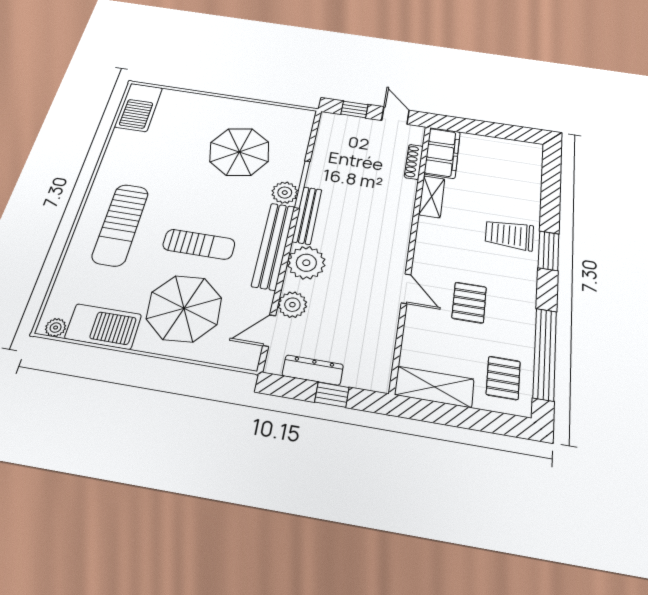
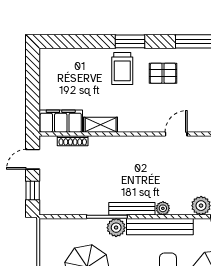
plant: (306, 263) -> (163, 208), width x0.53, depth x0.53
pallet: (469, 302) -> (163, 73), moved

